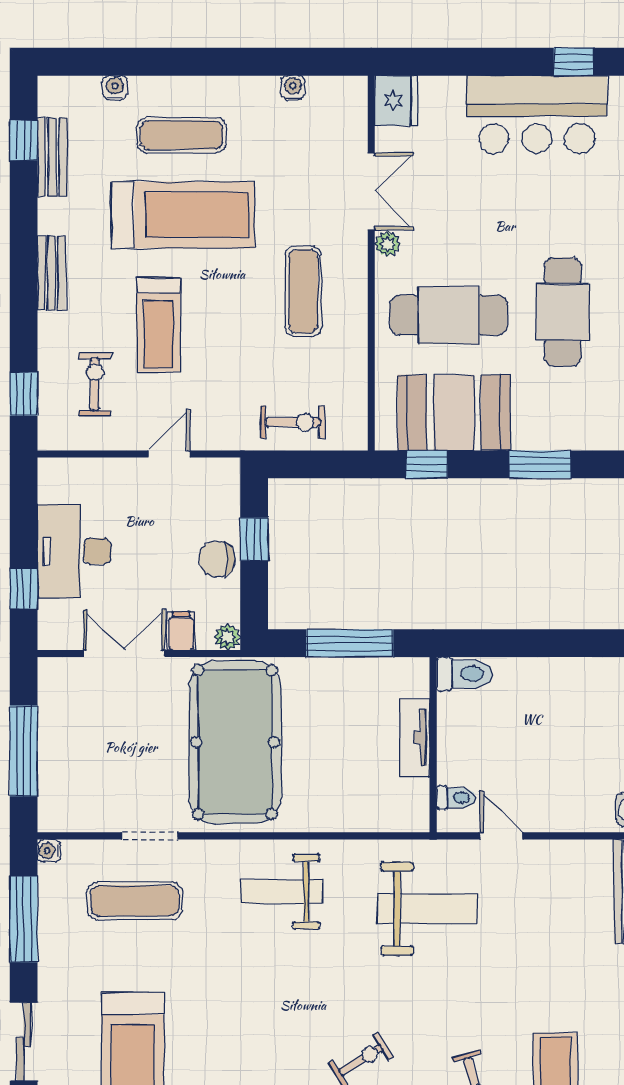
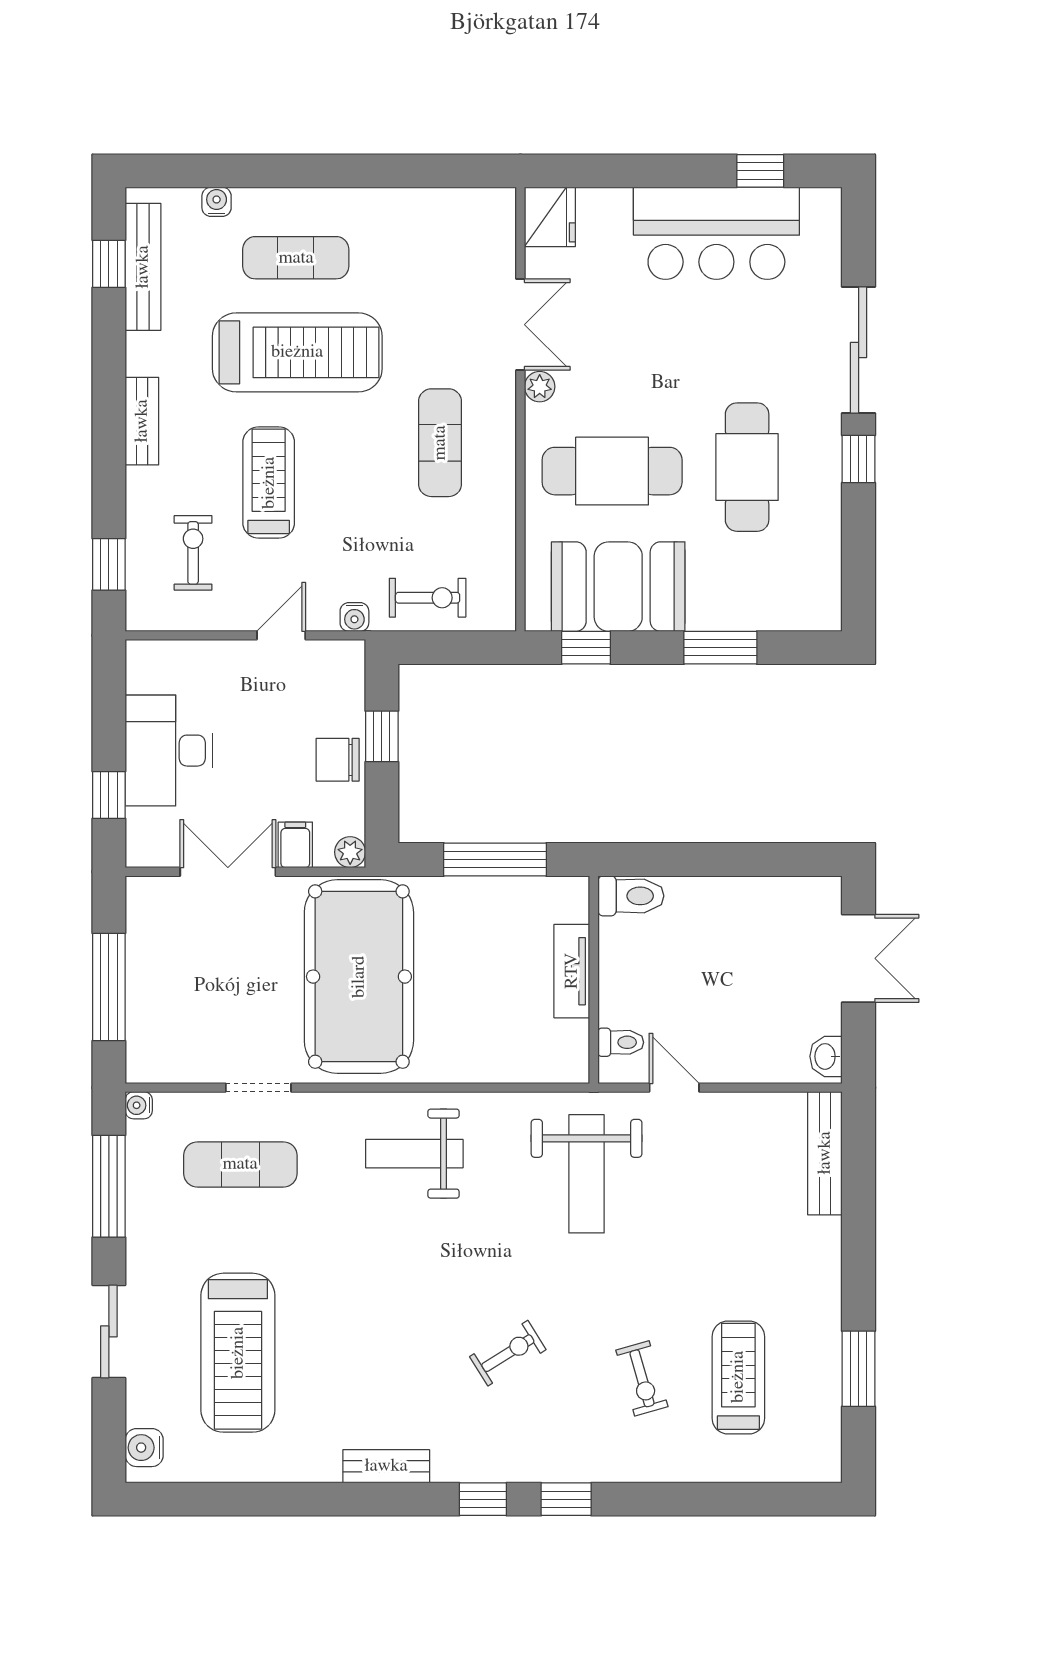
water cooler: (293, 88) -> (354, 617), moved, turned 180
bench: (53, 157) -> (143, 267), width x1.36
treadmill: (159, 325) -> (269, 483), turned 180
weight bench: (427, 909) -> (587, 1174), turned 90

